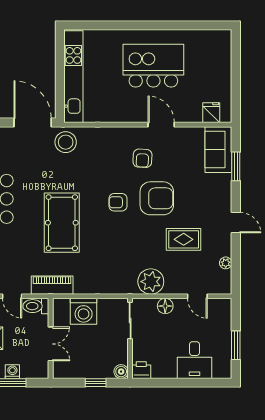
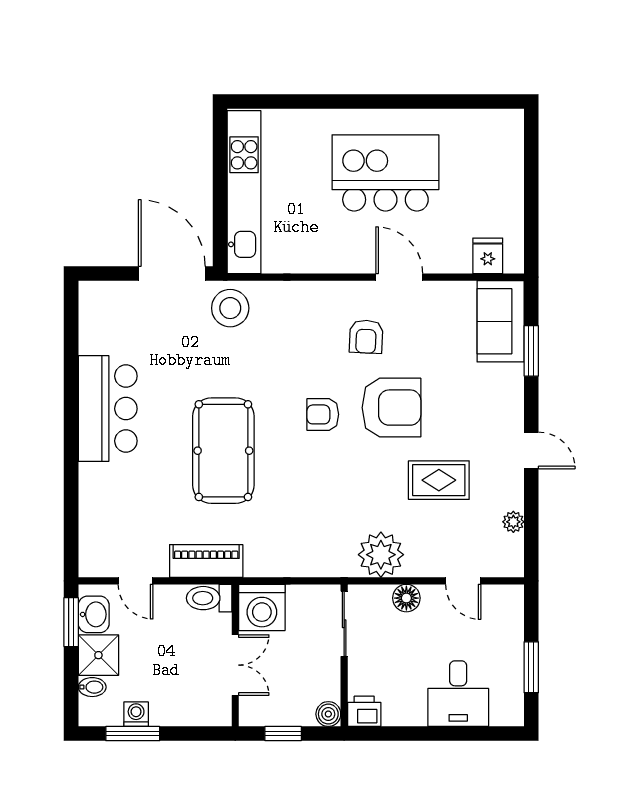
toilet: (36, 306) -> (209, 598), moved
wall: (51, 338) -> (235, 655), moved
double door: (51, 344) -> (235, 665), moved

